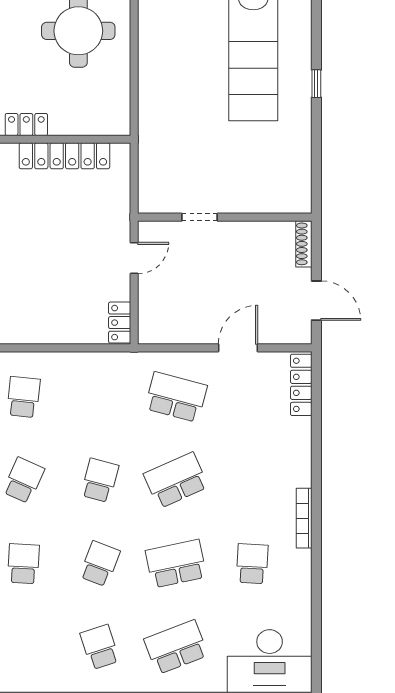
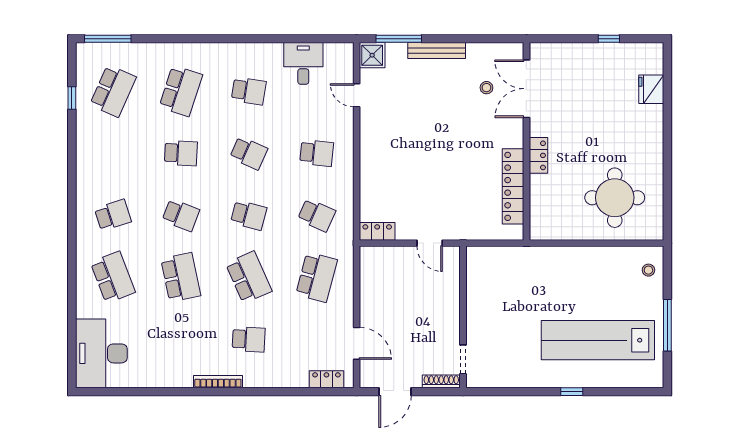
doorway: (200, 217) -> (463, 359), moved
door: (238, 348) -> (357, 343), moved
locker: (301, 385) -> (326, 379), width x0.66
school desk: (100, 397) -> (317, 215), added
school desk: (252, 564) -> (249, 339), moved

